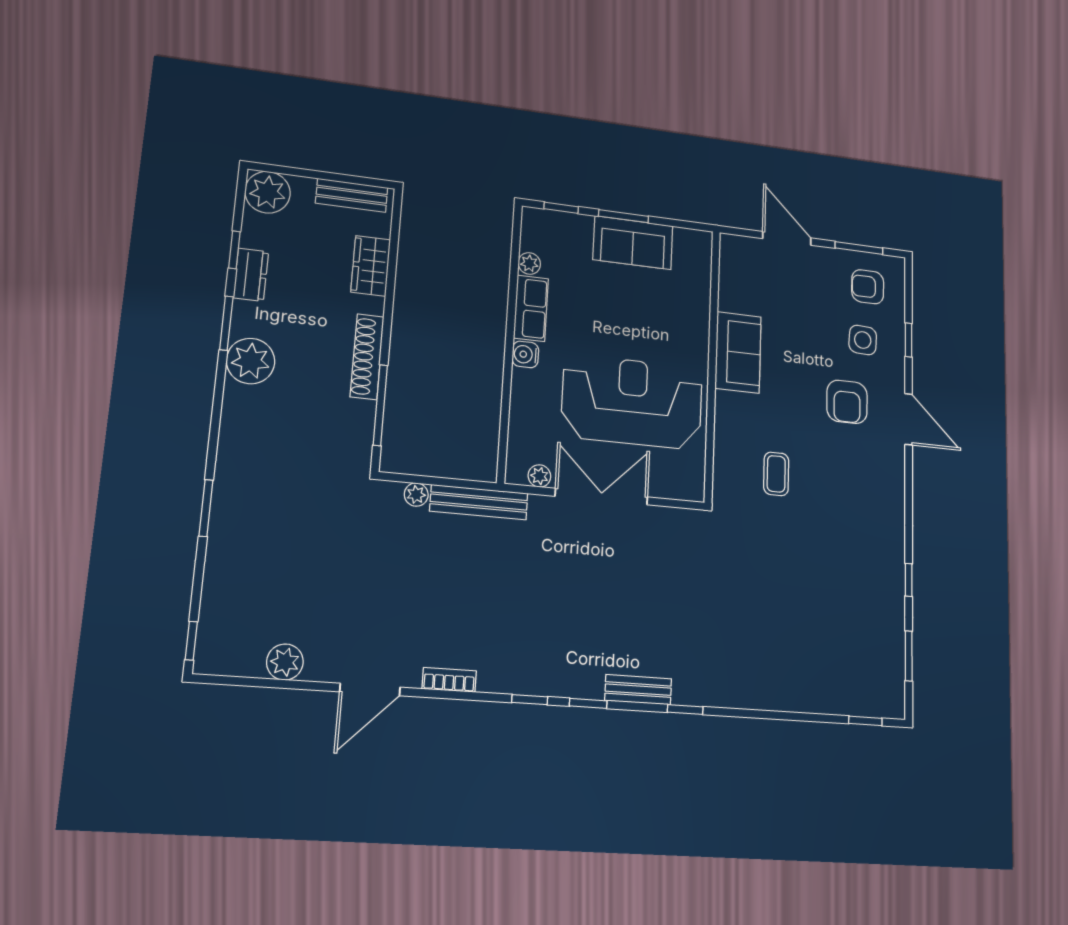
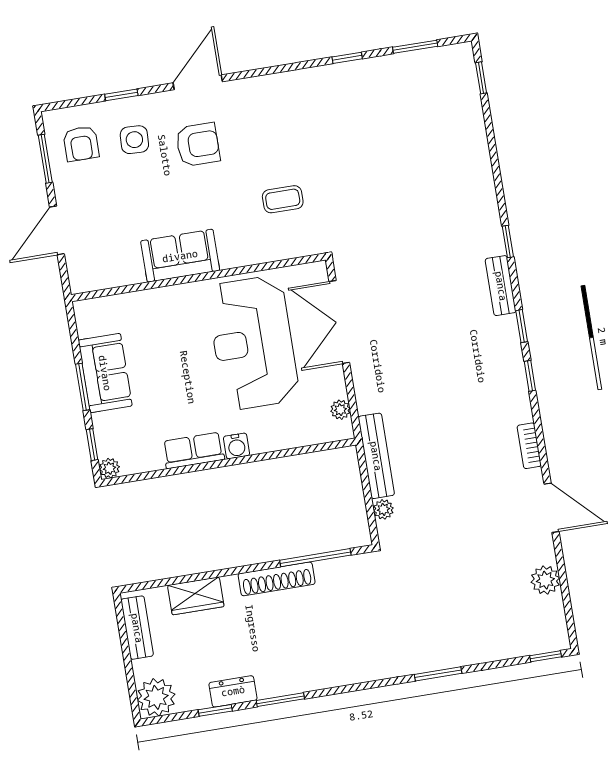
plant: (529, 263) -> (109, 468), moved
plant: (251, 361) -> (307, 672), removed
double door: (602, 497) -> (339, 322), moved

